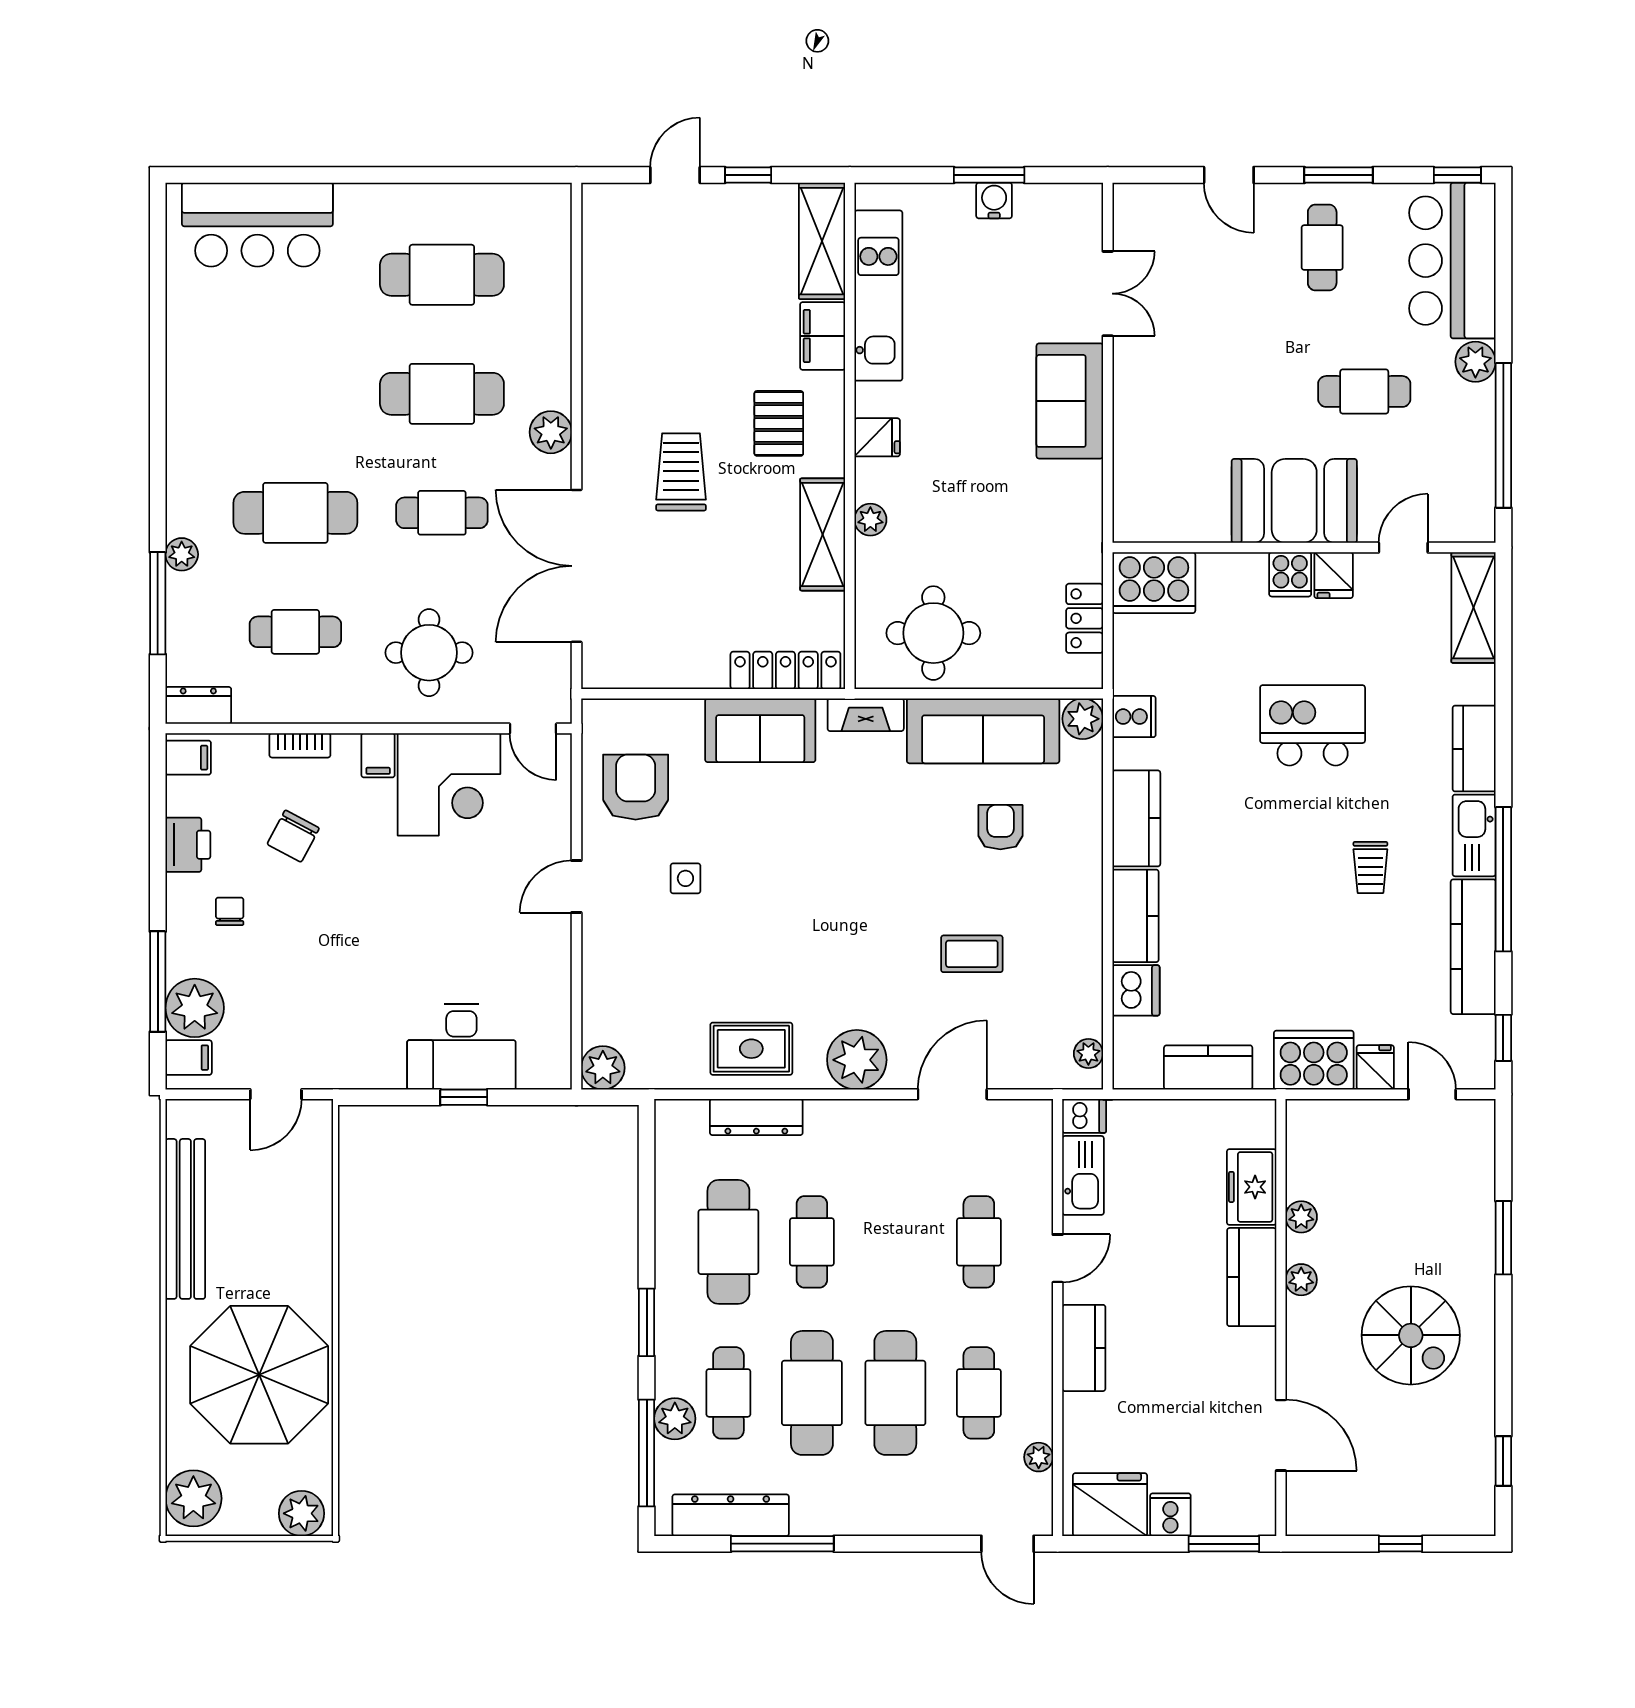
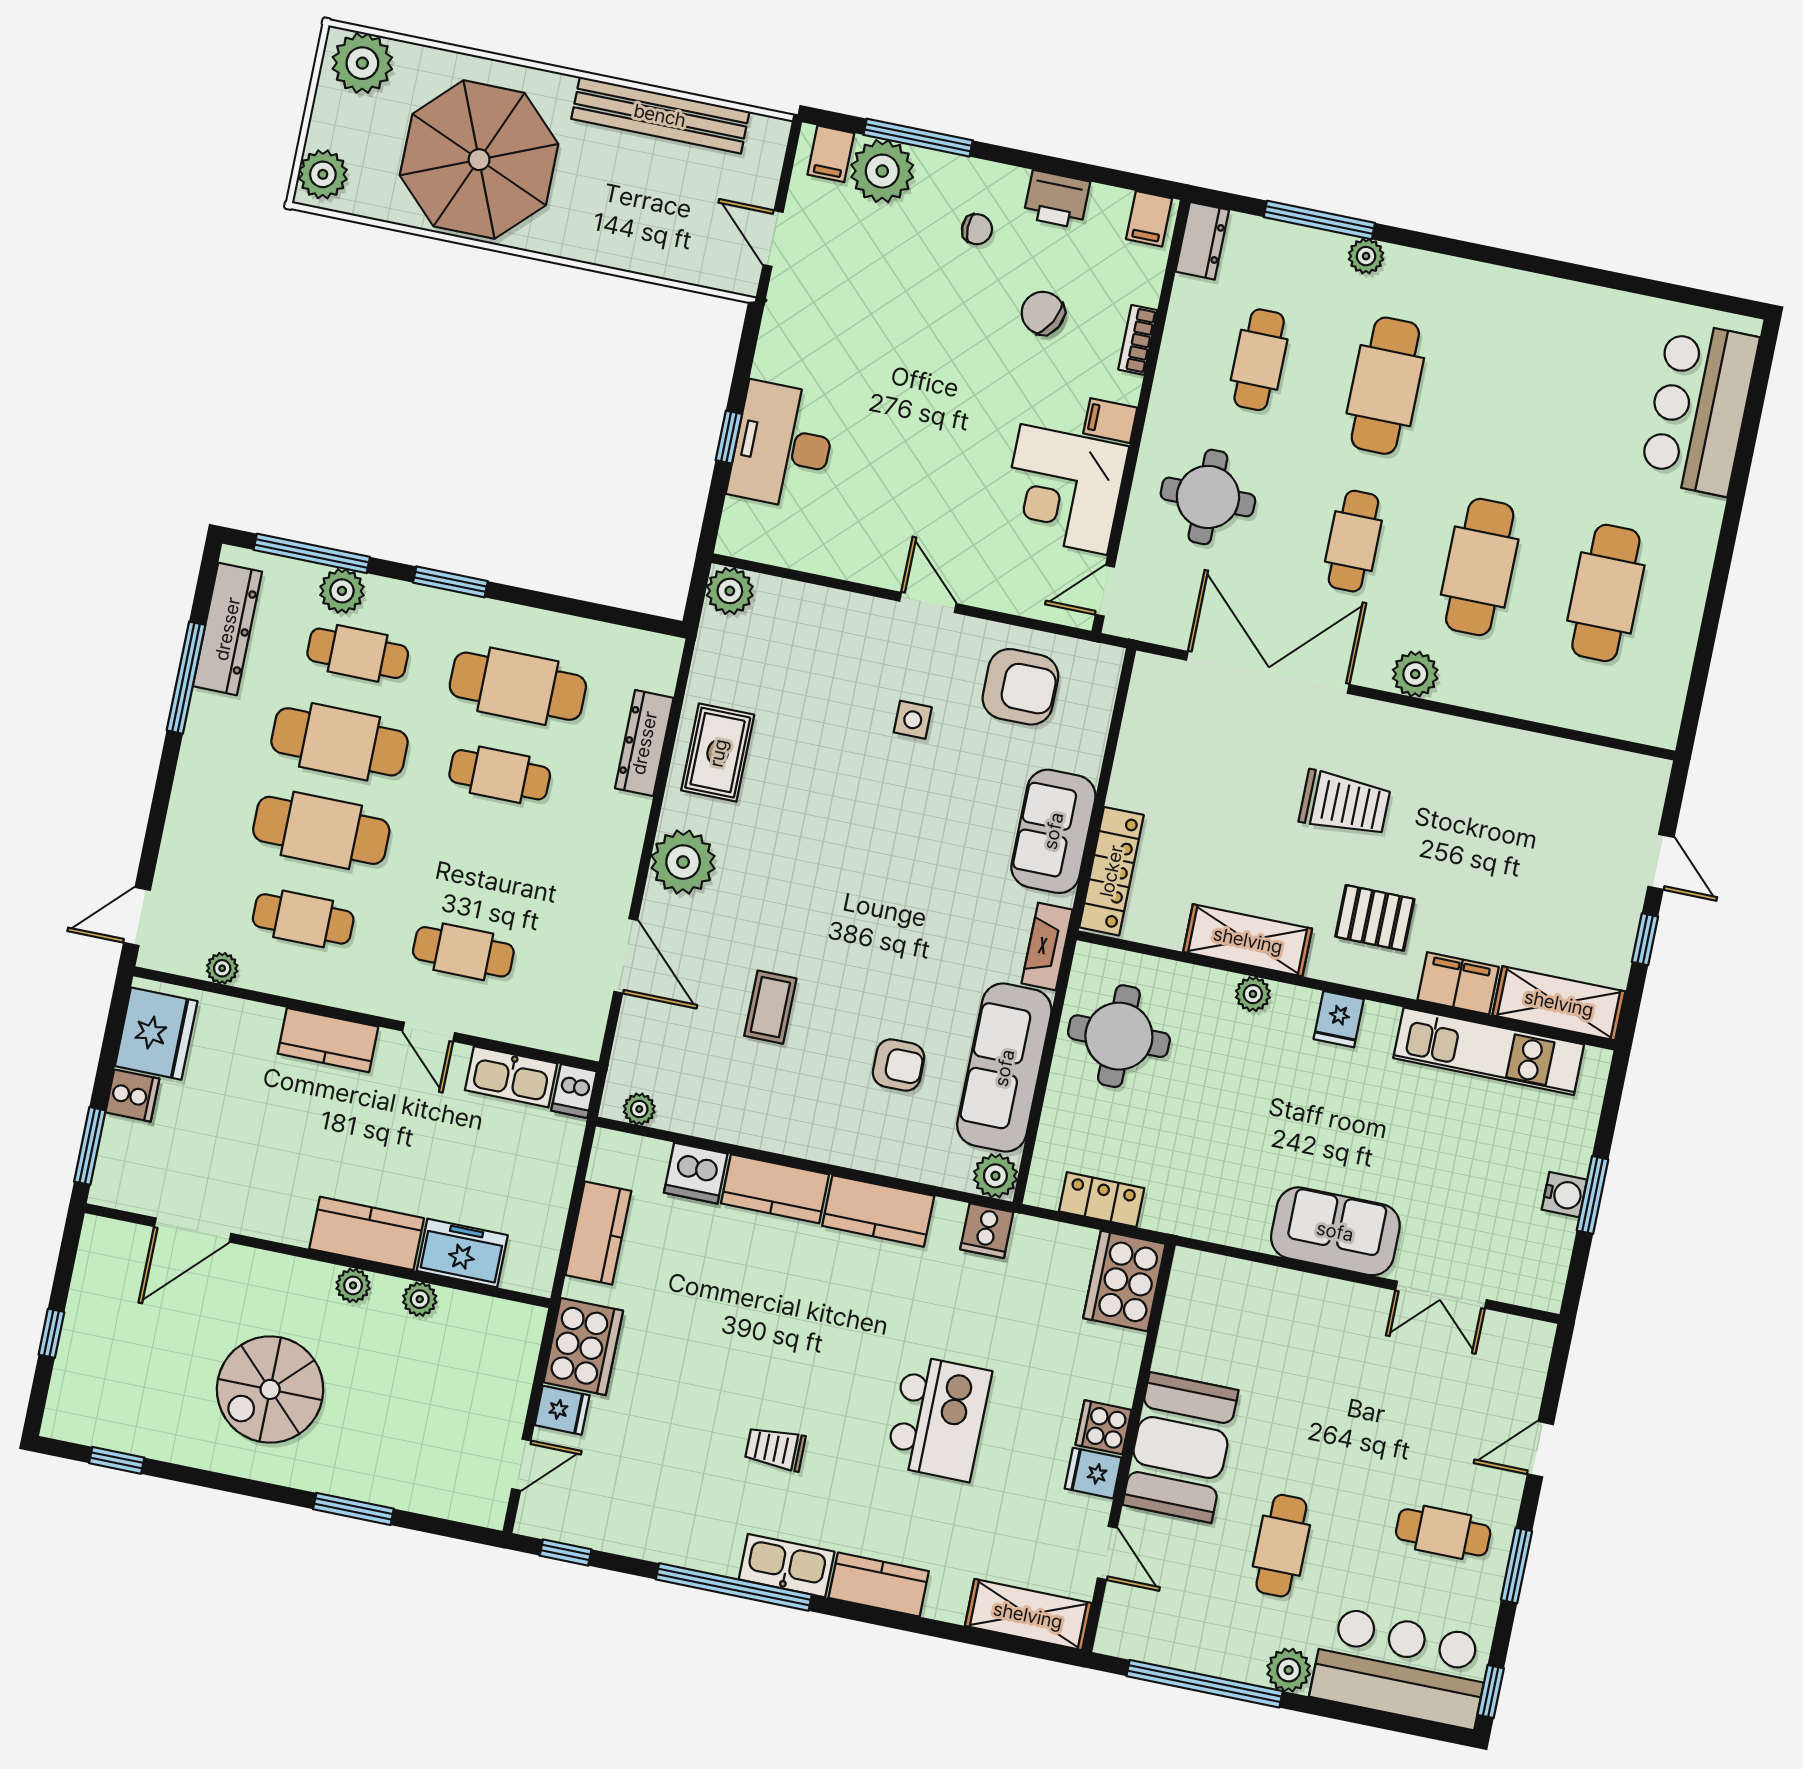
kitchen counter: (1473, 947) -> (669, 1540), removed

